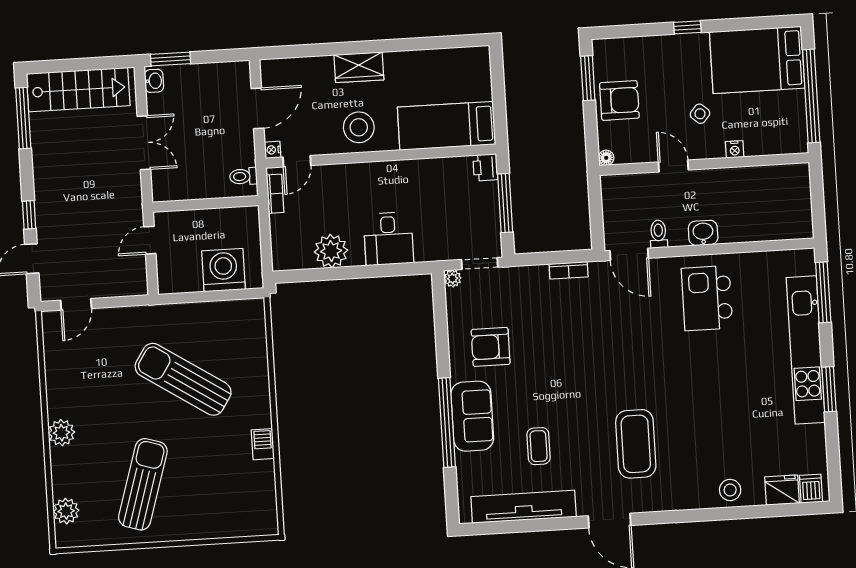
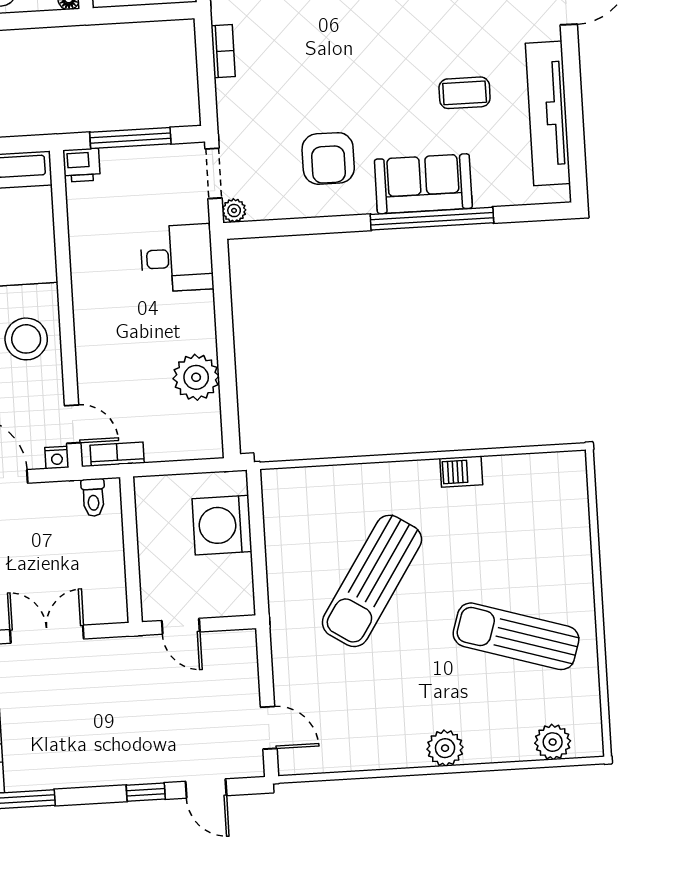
desk: (388, 239) -> (177, 258), moved

